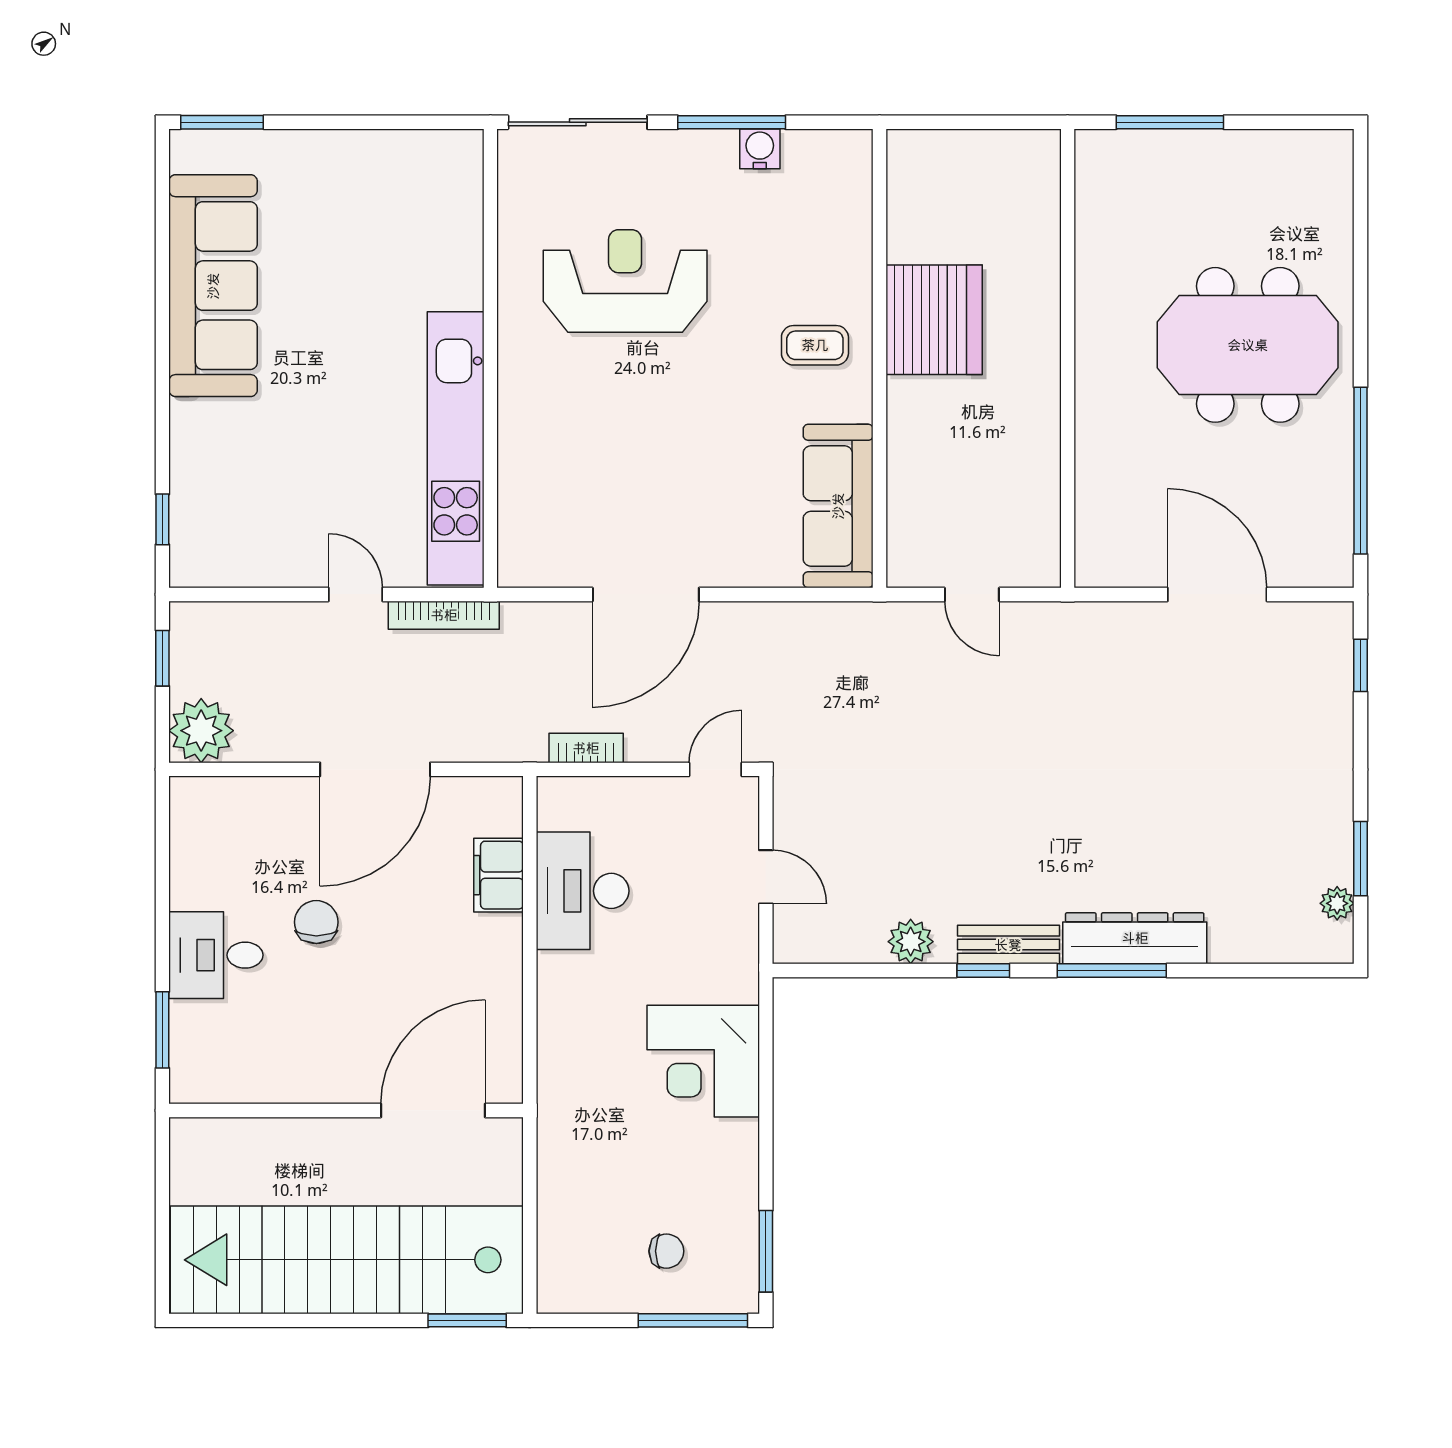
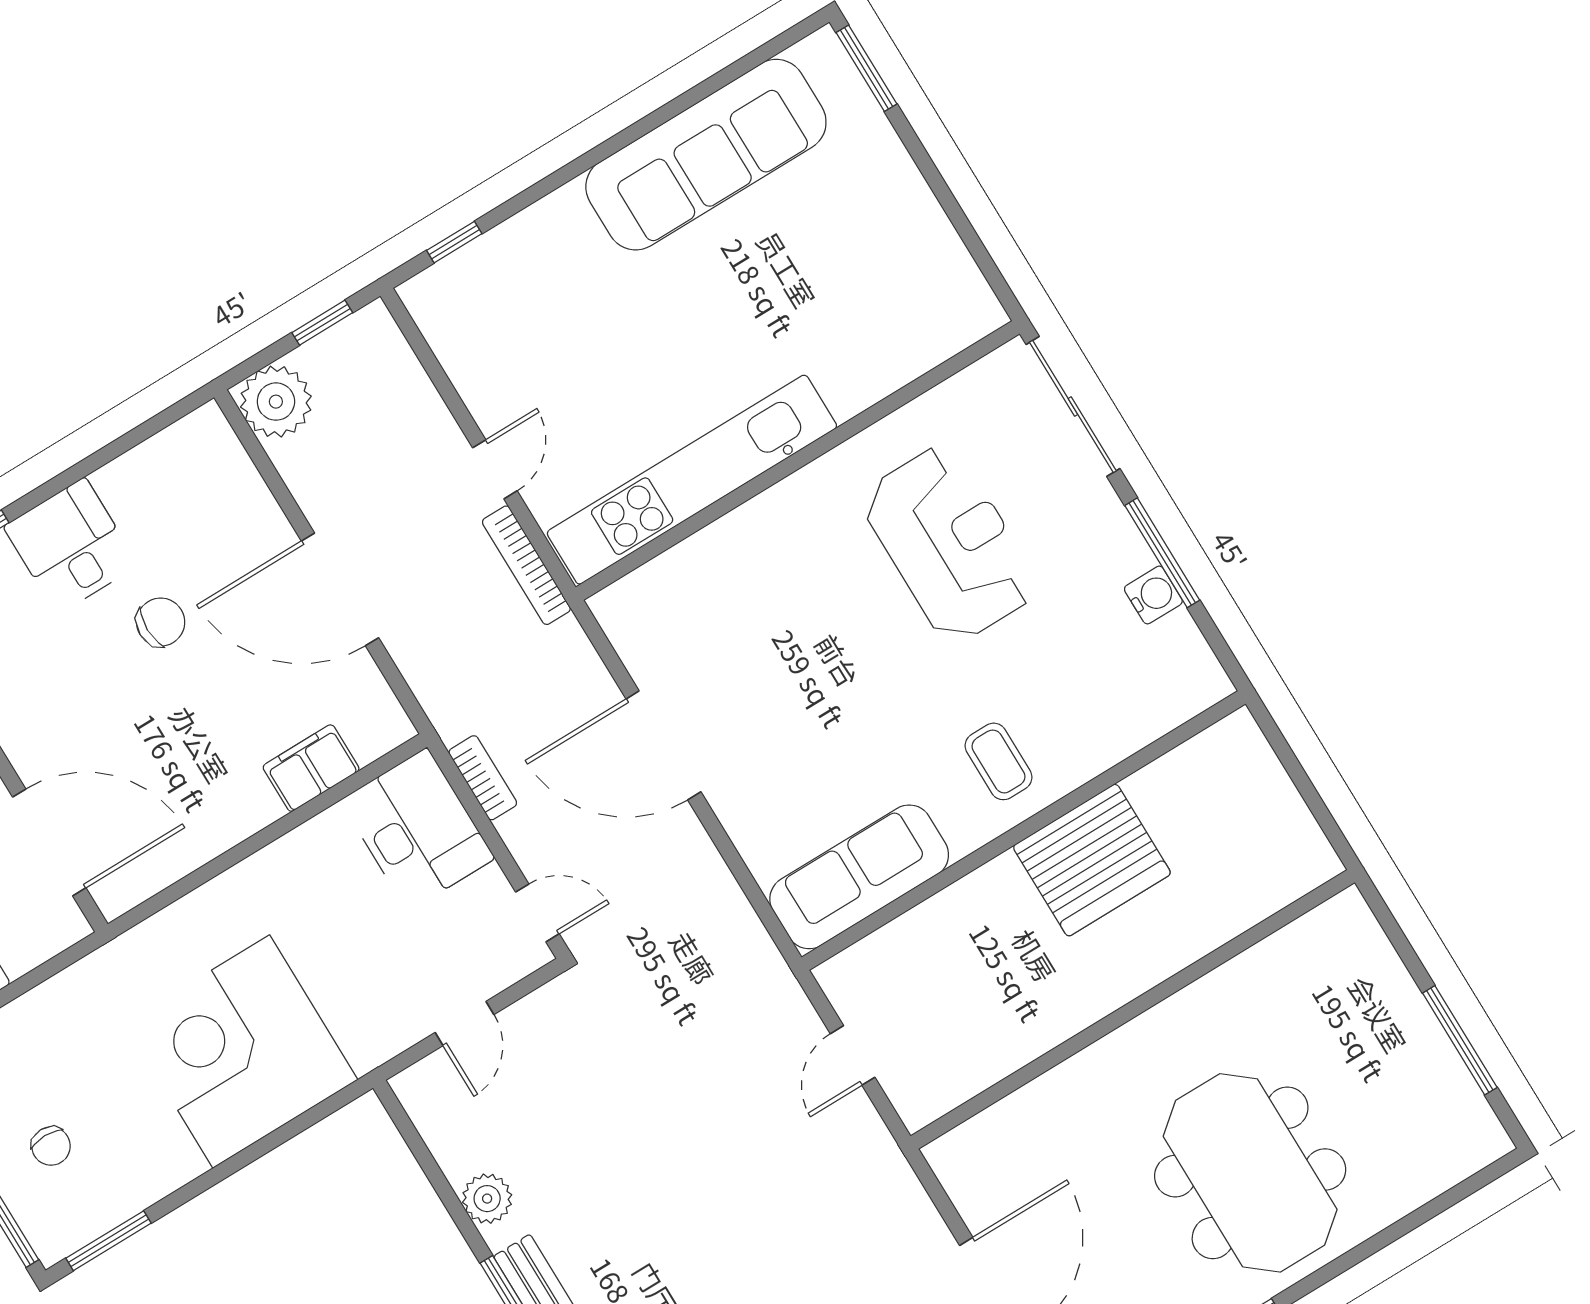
window: (1170, 122) -> (1460, 1040), moved
desk: (583, 891) -> (417, 829), moved, turned 90
corner desk: (703, 1061) -> (241, 1052), width x1.36, depth x1.36

